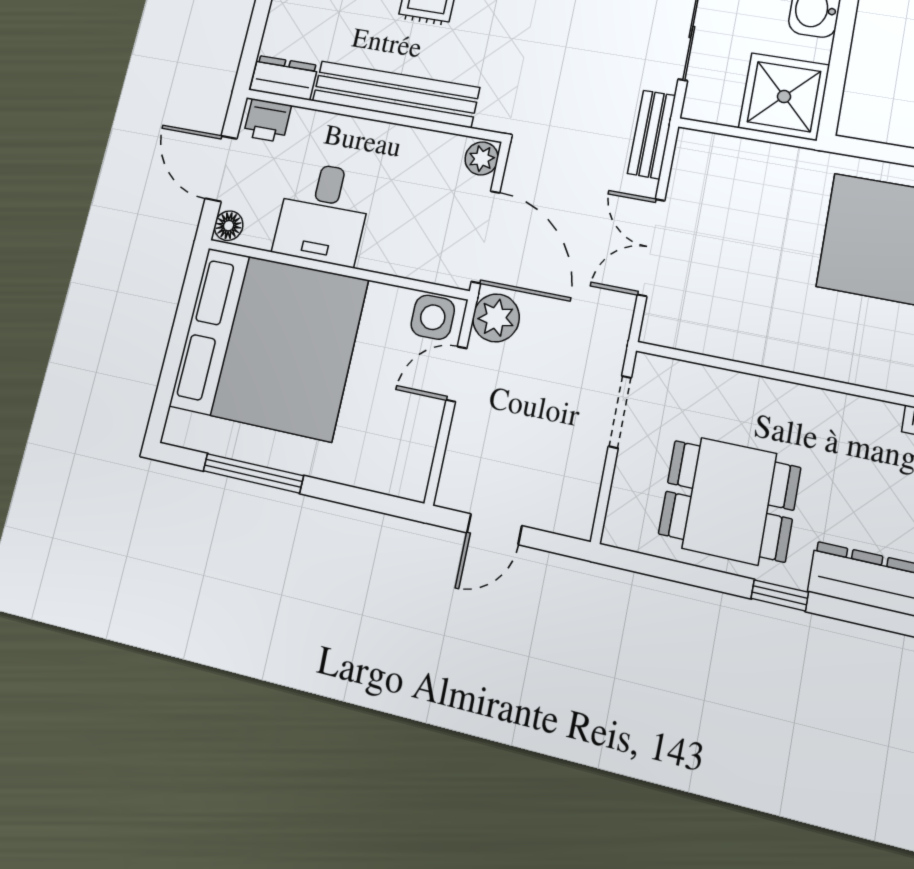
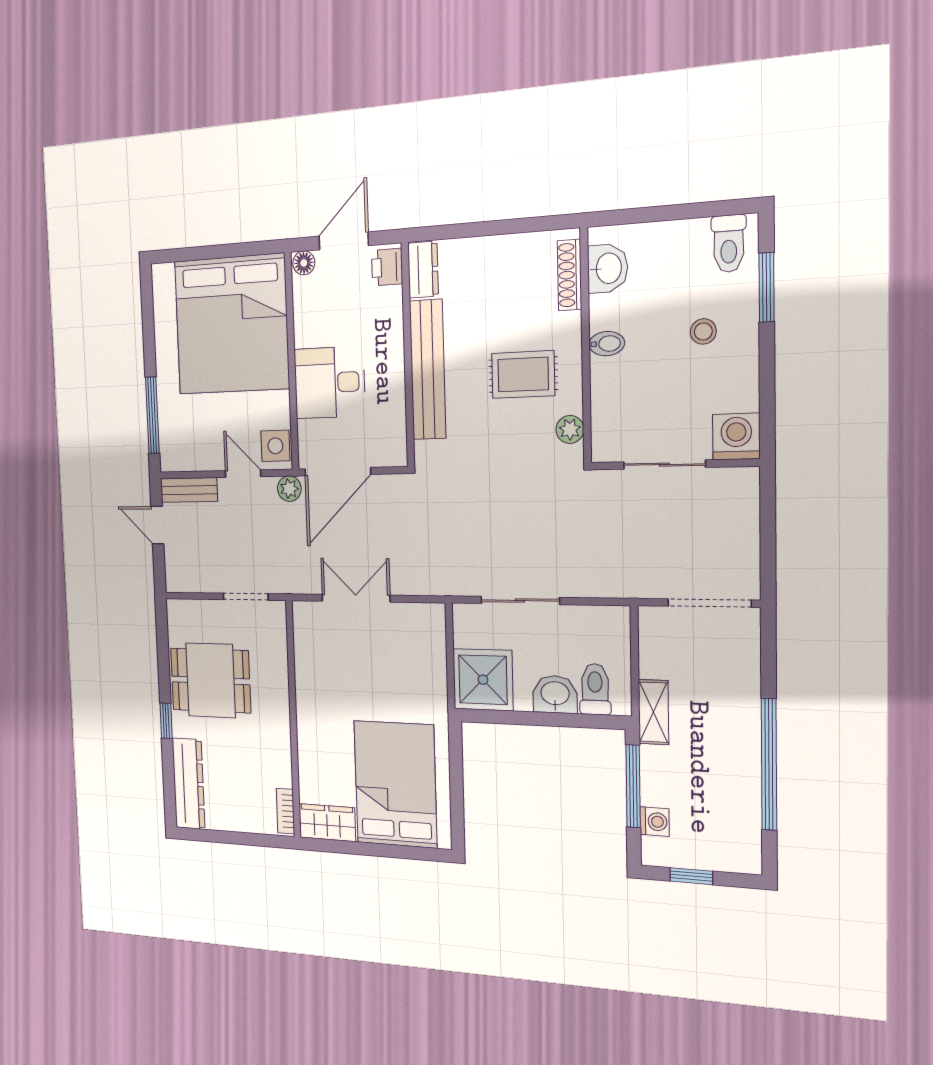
bench: (652, 134) -> (189, 490), moved
plant: (482, 158) -> (393, 454), removed
desk: (323, 213) -> (330, 383), moved
plant: (496, 318) -> (289, 489), width x0.73, depth x0.73
window: (253, 473) -> (152, 415), moved
dining table: (729, 501) -> (211, 680), turned 90

